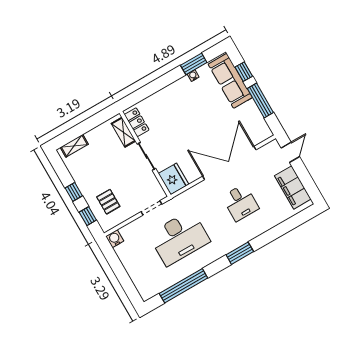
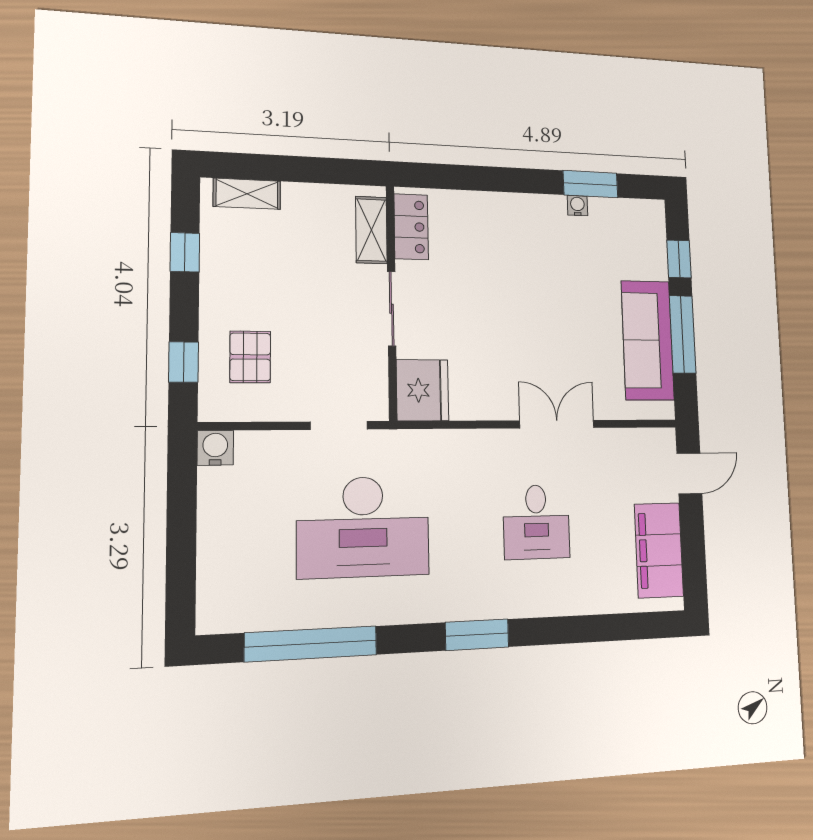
sofa: (230, 81) -> (648, 340), moved
double door: (229, 163) -> (557, 424), width x0.54
window: (74, 192) -> (185, 252), moved

